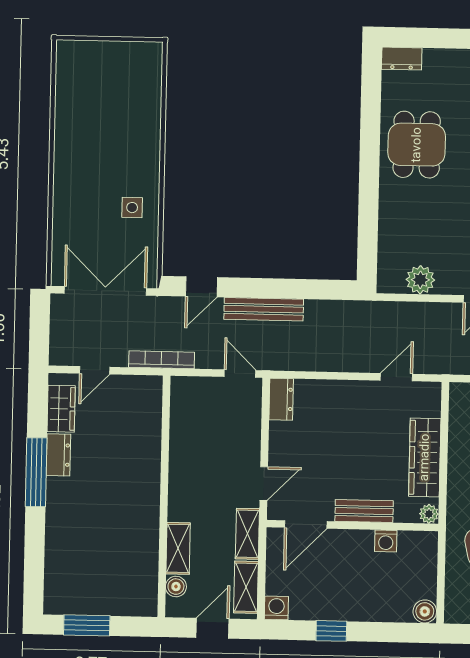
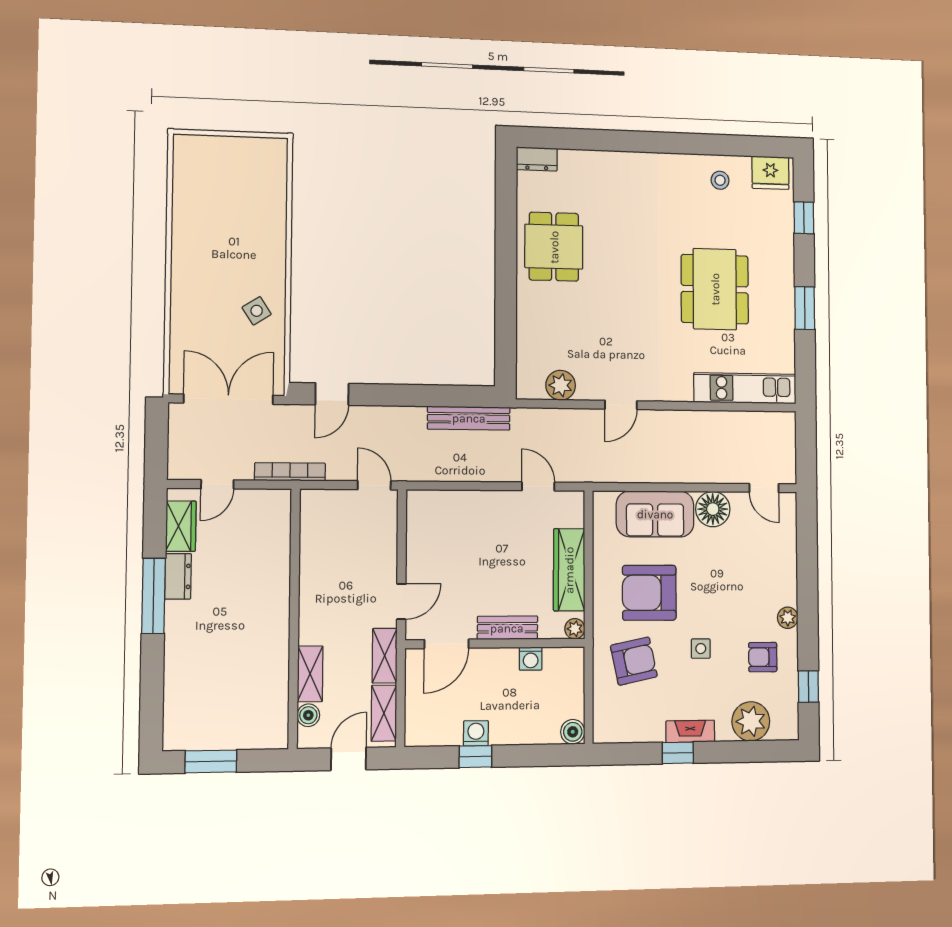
side table: (132, 208) -> (257, 311), turned -33
bench: (264, 309) -> (469, 418), moved
door: (396, 377) -> (538, 486), hinge flipped
dresser: (281, 399) -> (418, 512), removed
washing machine: (276, 608) -> (476, 733), moved

